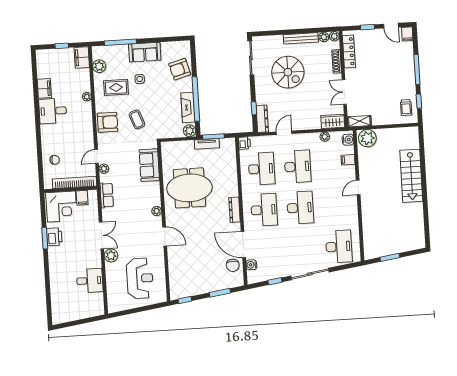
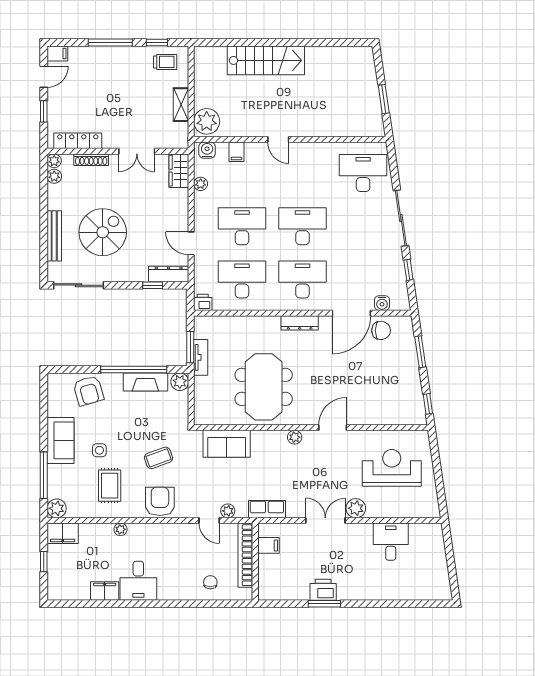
bench: (301, 38) -> (54, 236), moved
plant: (99, 66) -> (57, 508), moved
shelving: (359, 121) -> (181, 105), moved
corner desk: (61, 207) -> (280, 577), removed

